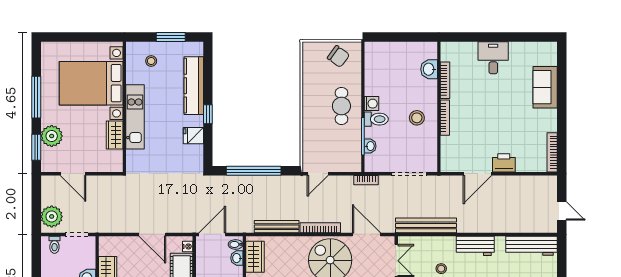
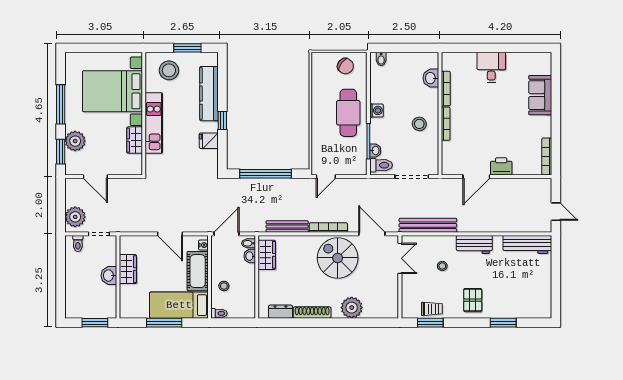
bidet: (376, 49) -> (381, 59), added
stool: (151, 61) -> (169, 70), width x1.89, depth x1.89
cafe table: (341, 106) -> (348, 113), width x1.37, depth x1.35
toilet: (376, 119) -> (381, 165), moved
bookcase: (366, 180) -> (371, 183), removed

